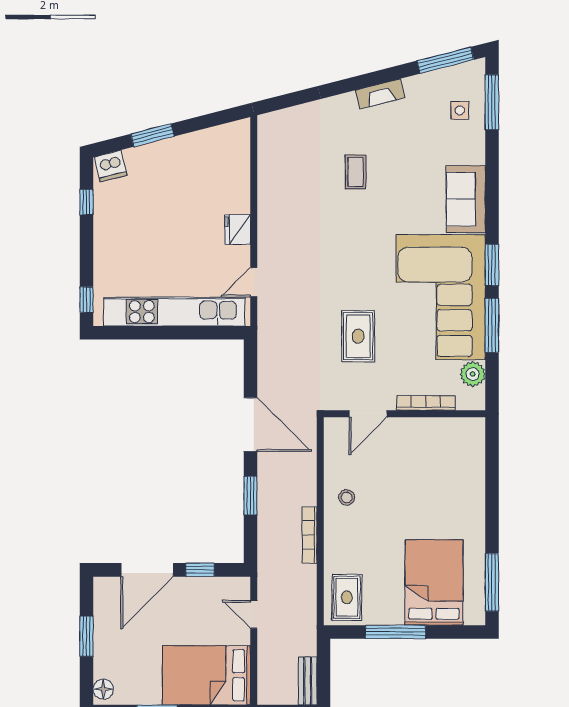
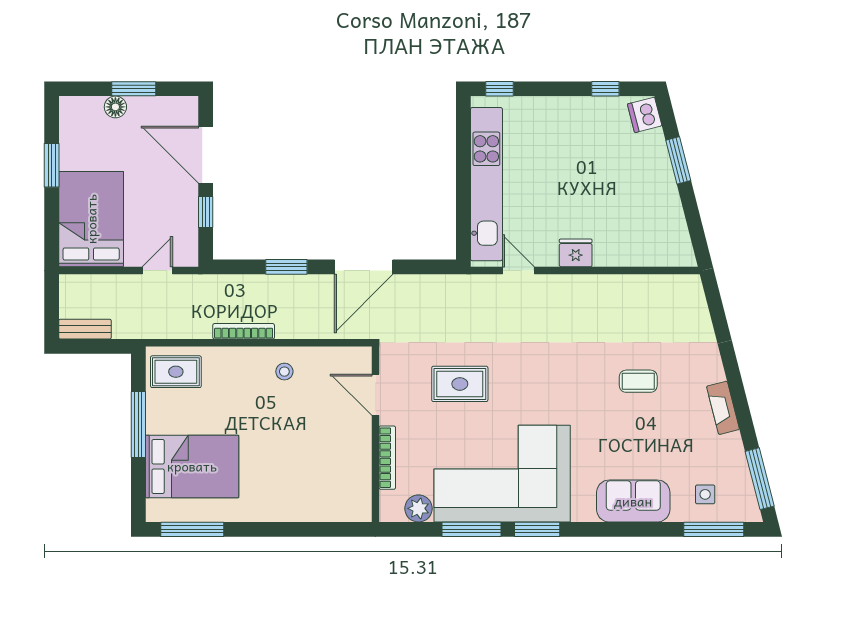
sofa: (466, 199) -> (633, 501), moved
floor lamp: (103, 689) -> (115, 107), moved

